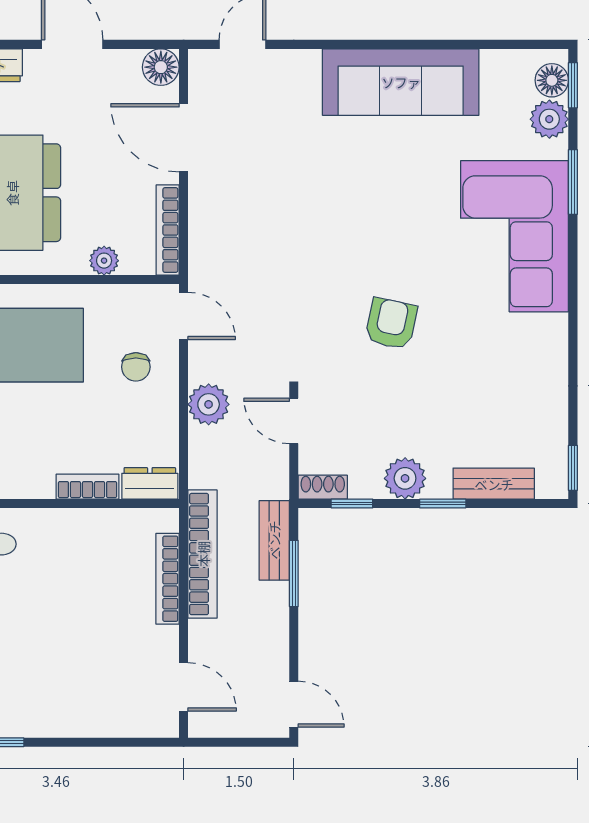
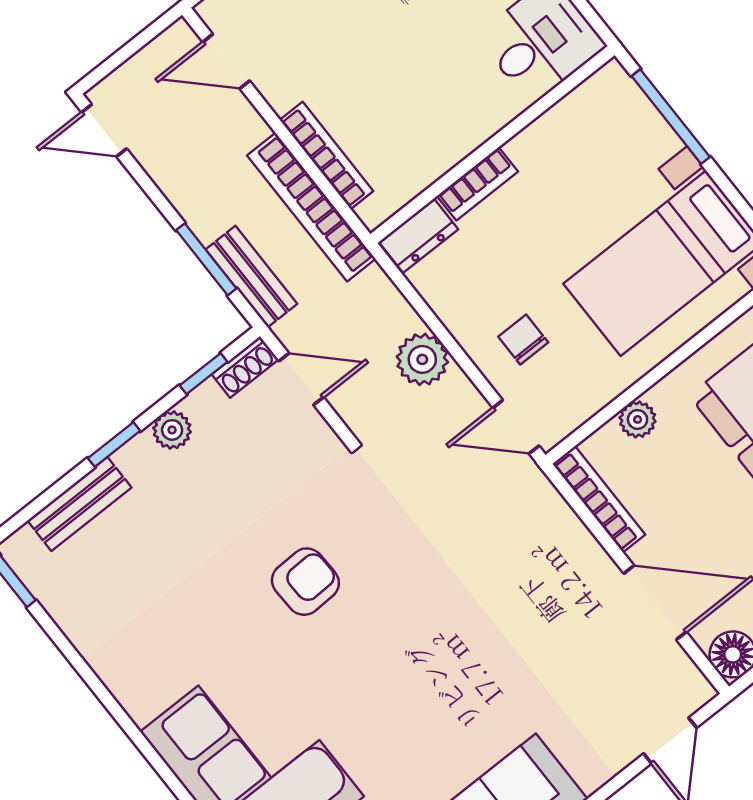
armchair: (391, 324) -> (305, 582), turned -104
door: (294, 421) -> (301, 379), moved
plant: (405, 478) -> (172, 430), width x0.73, depth x0.73

